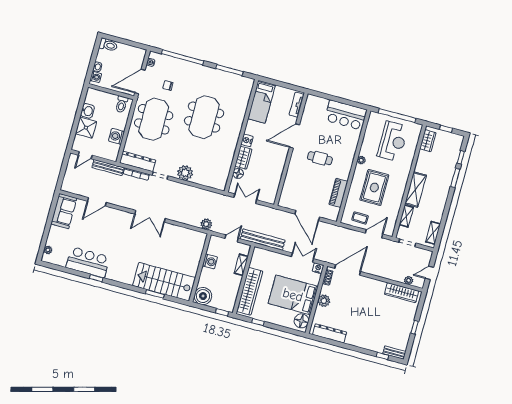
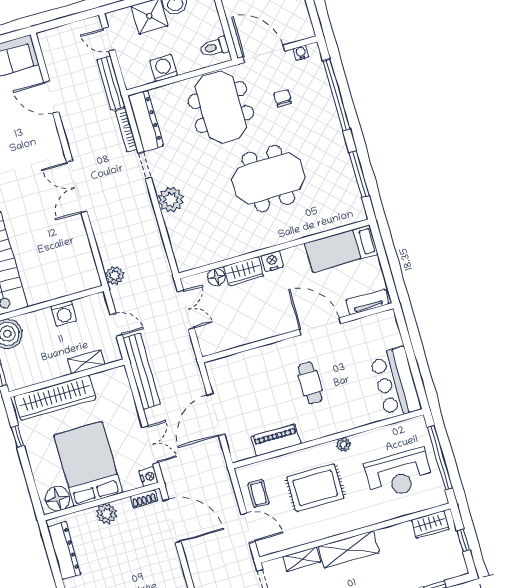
meeting table: (154, 119) -> (221, 107), turned 90

